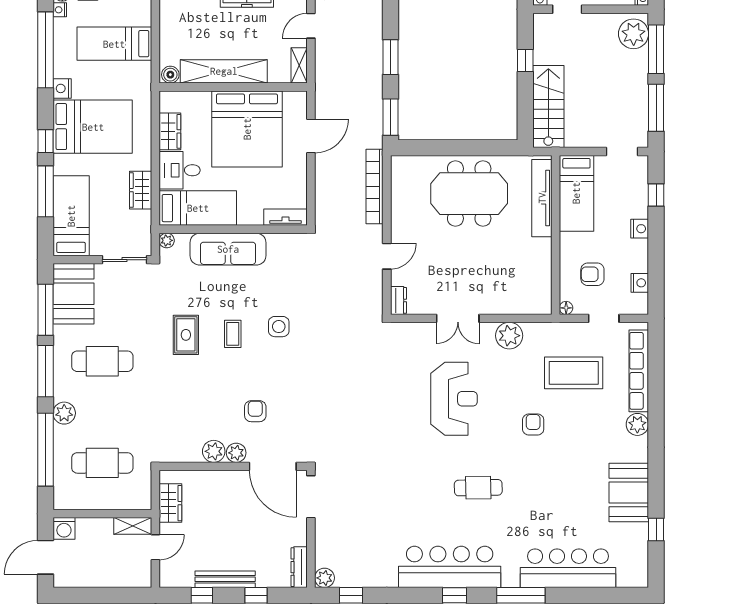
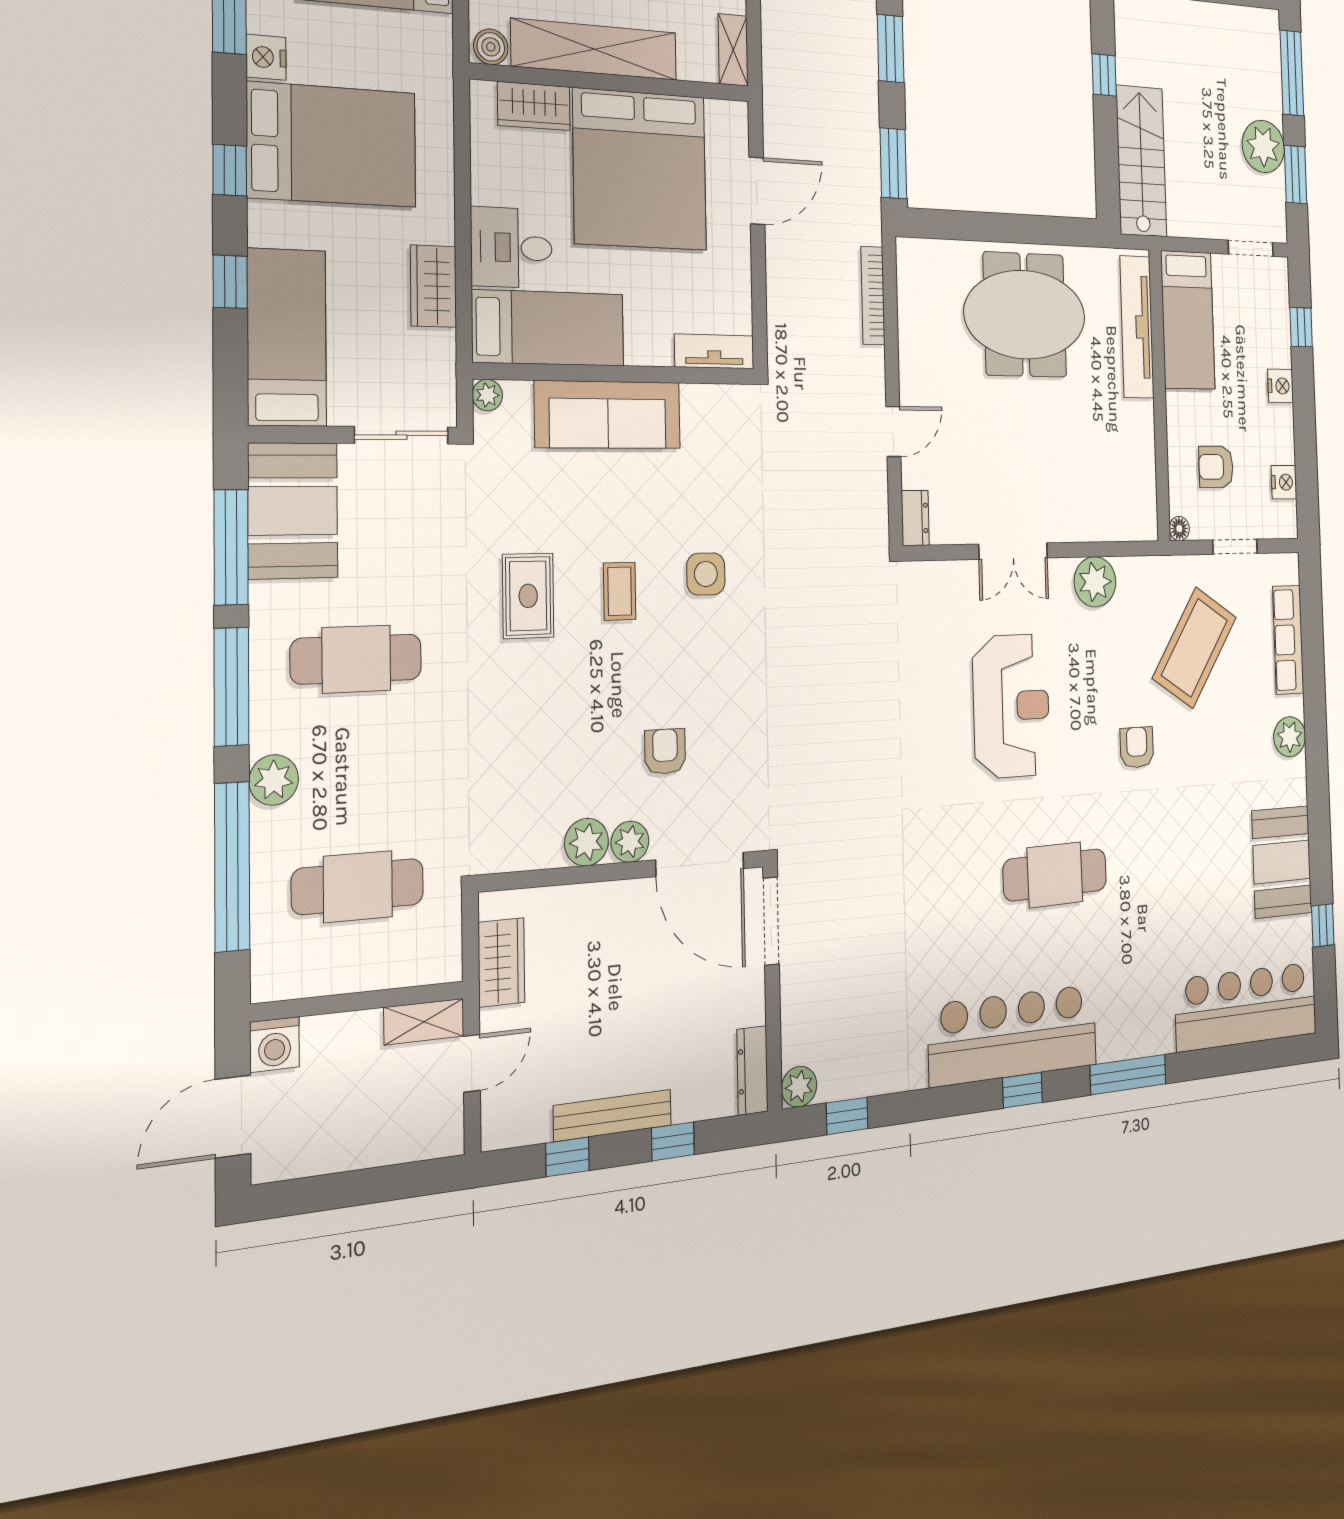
plant: (634, 34) -> (1263, 146), moved
window: (656, 108) -> (1296, 175), width x0.69
wardrobe: (170, 131) -> (534, 106), moved, turned 90
bookcase: (374, 186) -> (873, 295), width x0.68, depth x0.76
window: (45, 191) -> (230, 282), width x0.46
row of seats: (639, 371) -> (1288, 640), width x0.73
coffee table: (574, 373) -> (1194, 648), turned -57
cafe table: (478, 488) -> (1055, 875), width x1.37, depth x1.35
bar counter: (568, 568) -> (1246, 1007), moved

